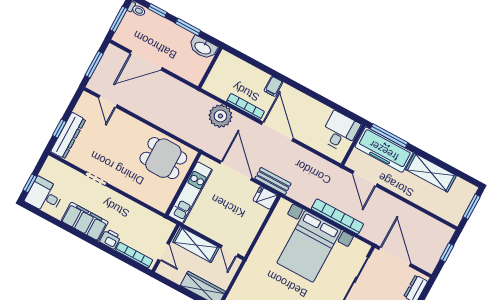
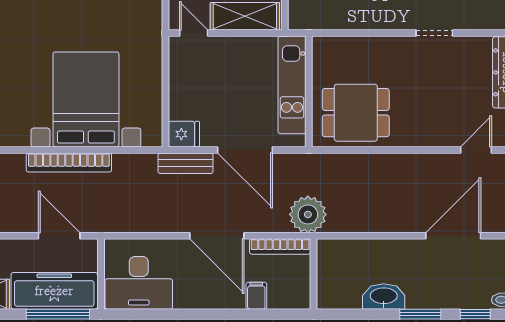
wall: (210, 68) -> (313, 274), moved
door: (108, 101) -> (476, 150), hinge flipped
desk: (340, 131) -> (139, 283), width x1.37

